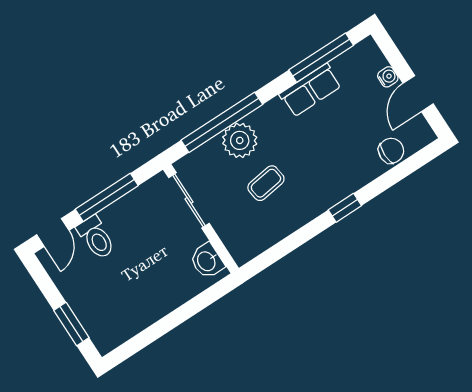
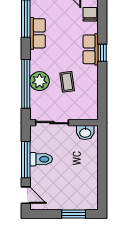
row of seats: (339, 187) -> (91, 49), added
toilet: (96, 238) -> (41, 159), moved

